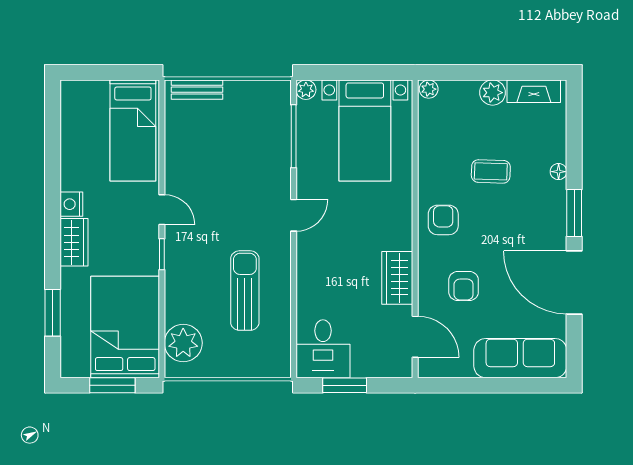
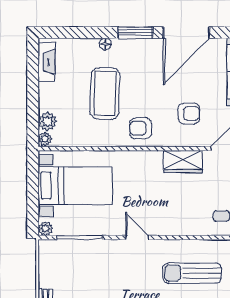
plant: (493, 93) -> (48, 121), moved
coffee table: (491, 171) -> (105, 93), width x1.86, depth x1.72

